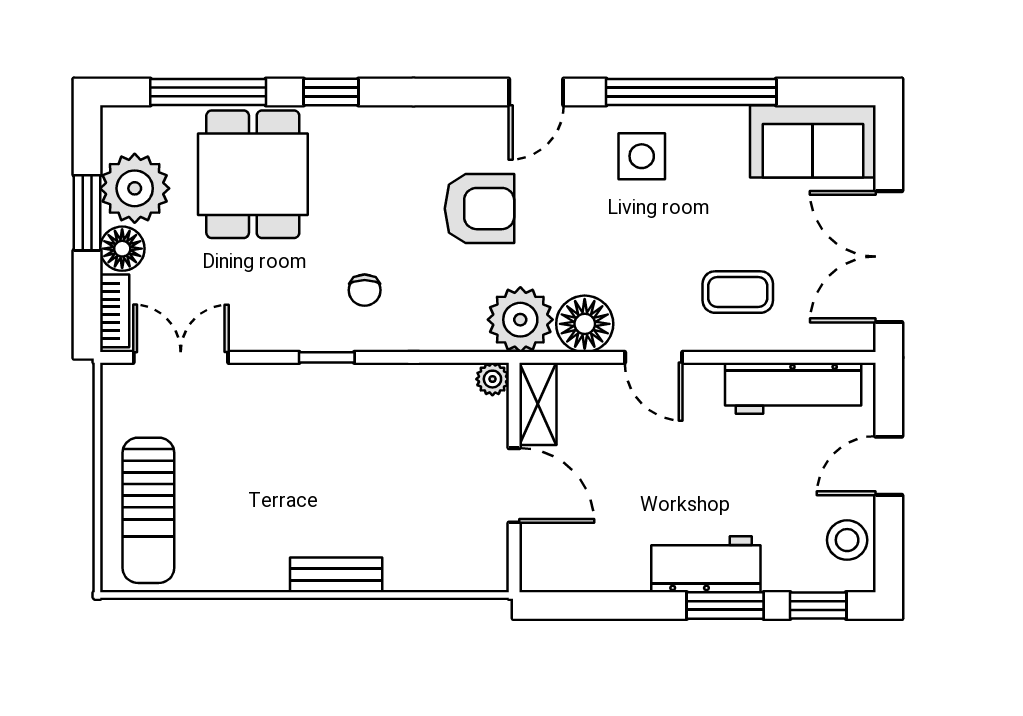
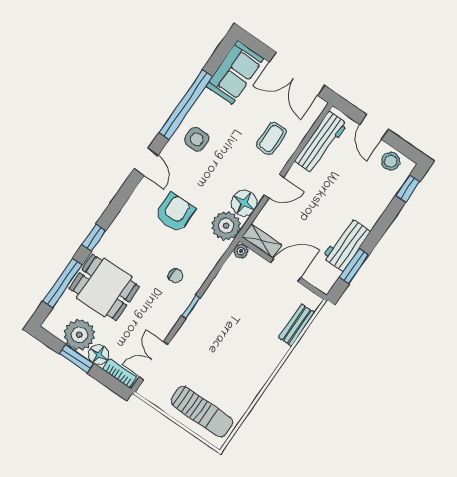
workbench: (706, 564) -> (347, 244), moved
bench: (336, 575) -> (297, 325), moved
window: (725, 606) -> (354, 266), moved

